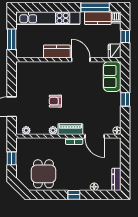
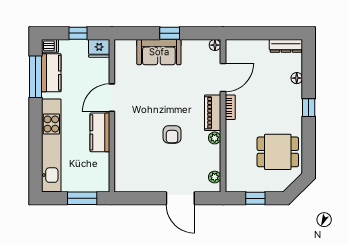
sofa: (112, 76) -> (159, 52), moved

